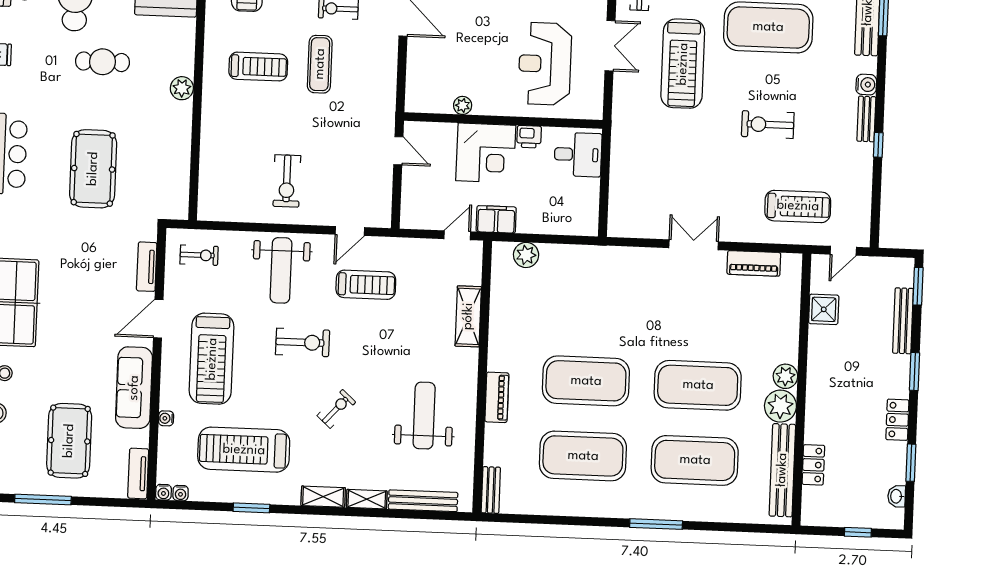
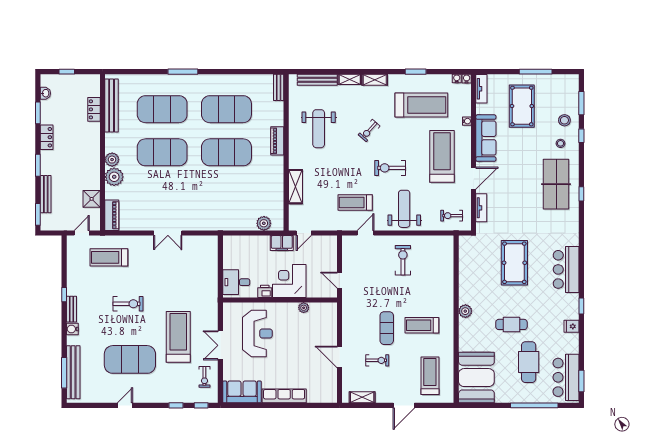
piano: (754, 263) -> (112, 215), moved, turned 90
plant: (780, 406) -> (114, 177), moved

